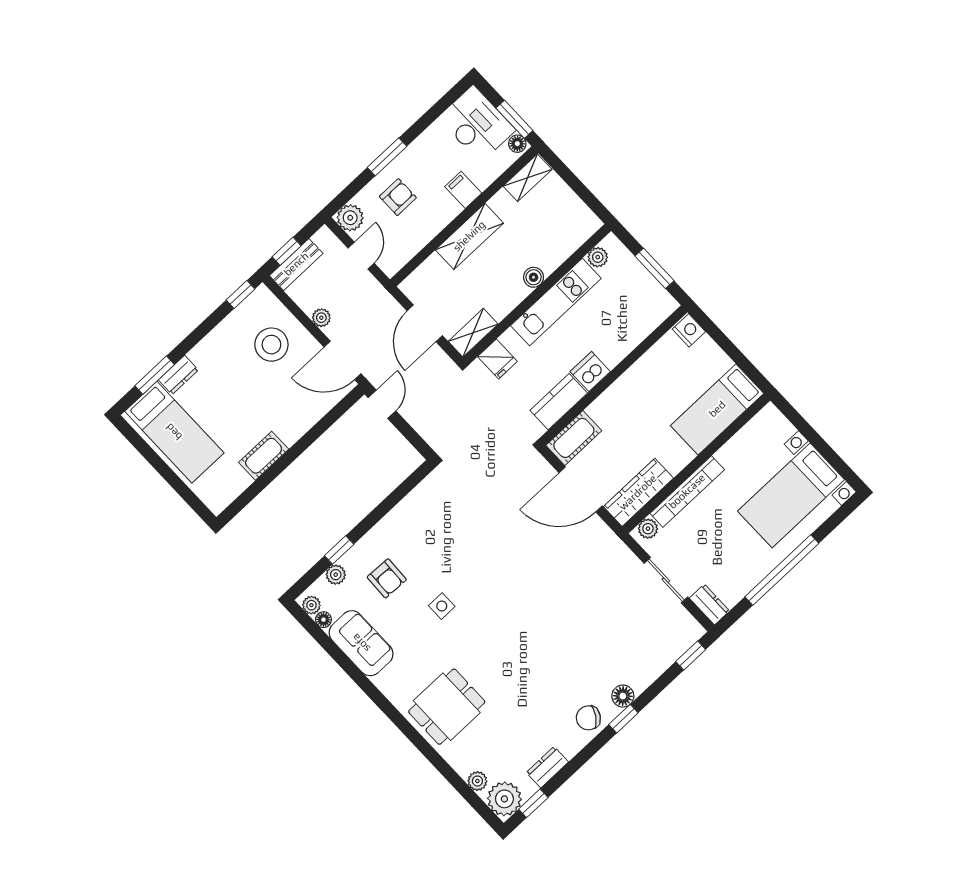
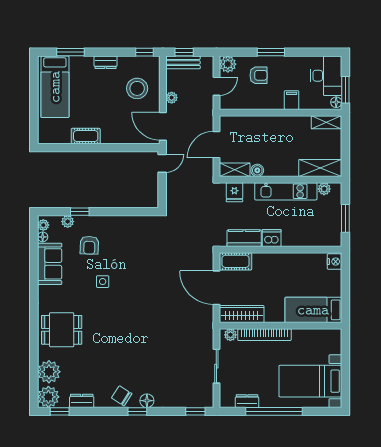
shelving: (469, 236) -> (320, 168), moved
boiler: (534, 277) -> (257, 170), moved
dresser: (178, 375) -> (106, 62), moved
dresser: (709, 604) -> (247, 401), moved, turned -90
plant: (477, 781) -> (49, 372), width x1.88, depth x1.88

